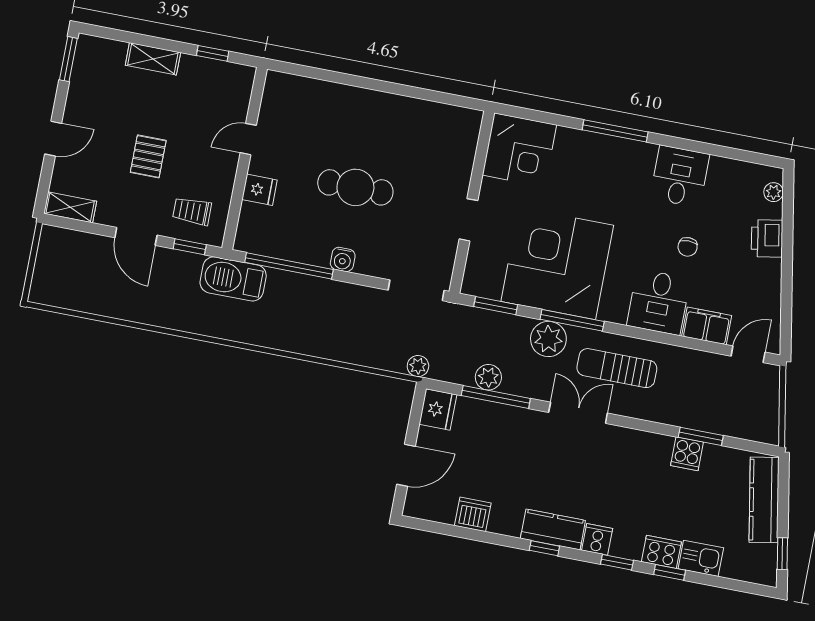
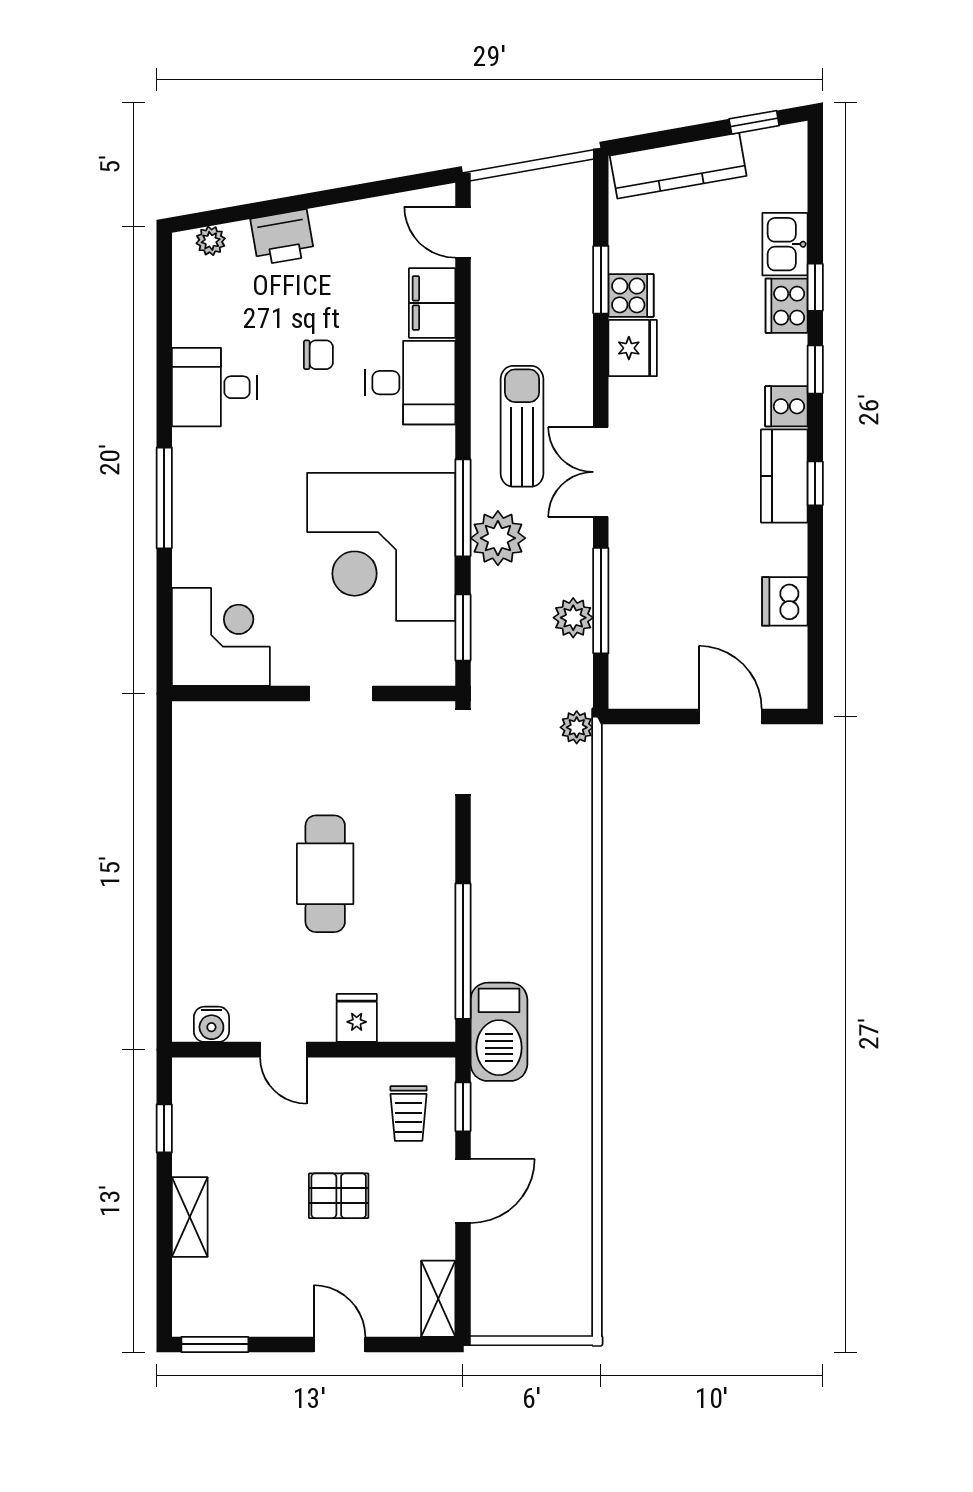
water cooler: (343, 259) -> (211, 1024), moved, turned 90
sun lounger: (617, 368) -> (522, 426), turned 180
fridge: (438, 409) -> (633, 348), moved, turned 90

